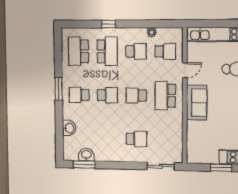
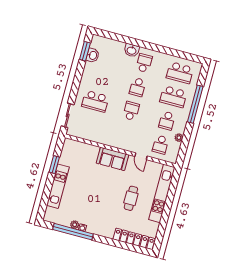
window: (109, 24) -> (195, 104), width x3.17
school desk: (79, 51) -> (180, 73), turned 180
window: (59, 89) -> (154, 47), removed
school desk: (165, 96) -> (125, 135), removed
washbasin: (69, 128) -> (132, 50), moved
school desk: (136, 139) -> (95, 101), width x1.85

